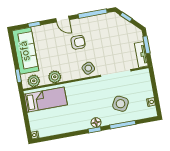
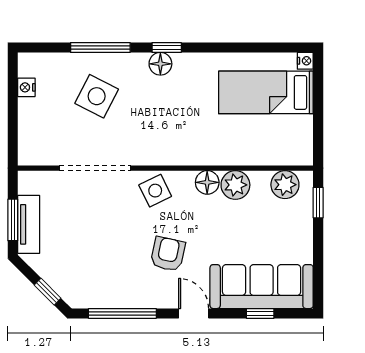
armchair: (78, 42) -> (168, 254), turned 102
sofa: (25, 51) -> (262, 287), moved, turned 90
tv unit: (141, 55) -> (29, 224), moved
floor lamp: (67, 76) -> (207, 182), added
bed: (46, 100) -> (266, 92), moved

